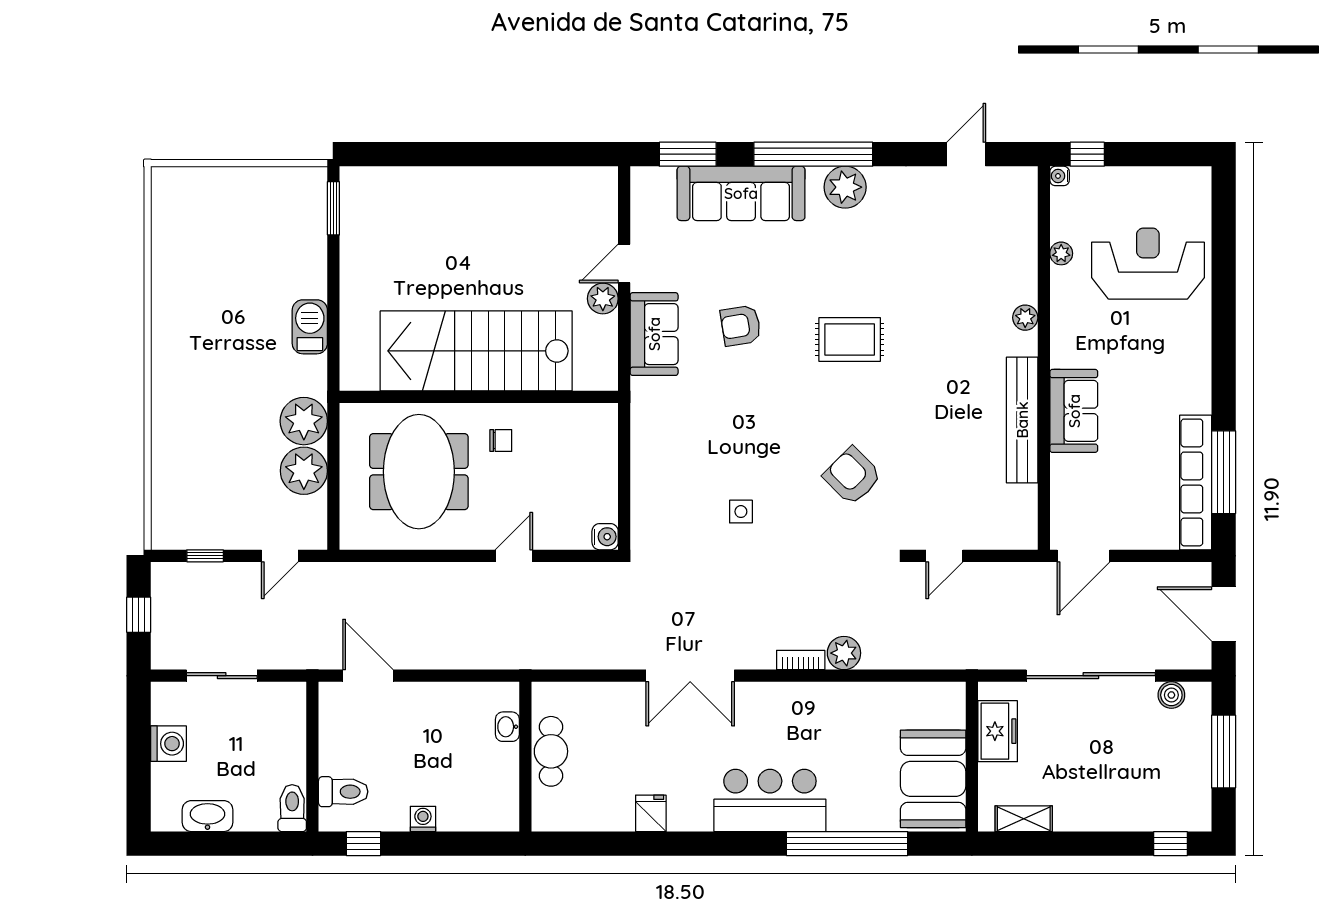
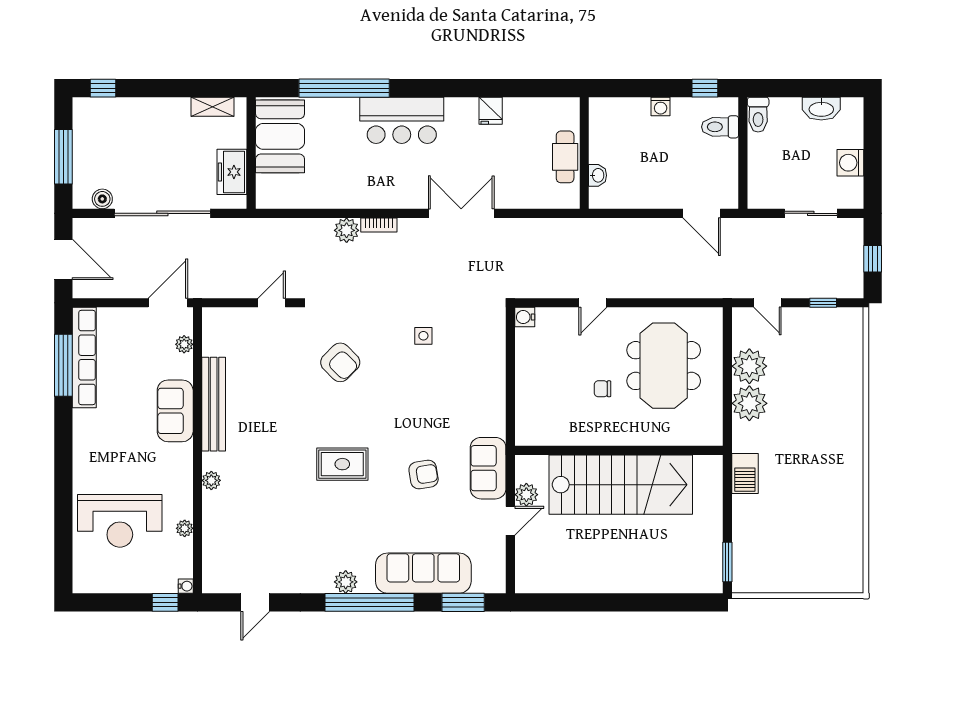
plant: (845, 187) -> (346, 582), width x0.73, depth x0.73
stairs: (476, 351) -> (621, 485), moved
wall: (479, 397) -> (619, 450), moved
plant: (1062, 500) -> (184, 344), added
door: (280, 556) -> (767, 303), swing flipped

